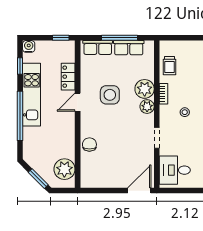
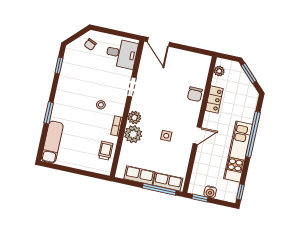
window: (119, 38) -> (159, 189), moved
water cooler: (29, 46) -> (210, 192), moved
window: (20, 66) -> (240, 192), moved
locker: (68, 77) -> (214, 99), moved
side table: (110, 95) -> (166, 136), width x0.54, depth x0.54
plant: (64, 169) -> (219, 71), width x0.53, depth x0.53
door: (139, 191) -> (158, 42), hinge flipped

